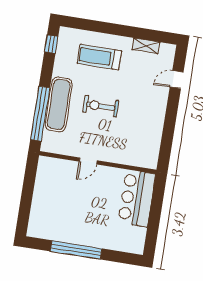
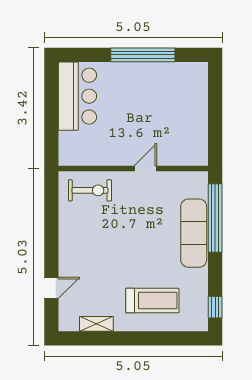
exercise bike: (101, 106) -> (90, 190), moved
bar counter: (137, 198) -> (77, 96), moved

